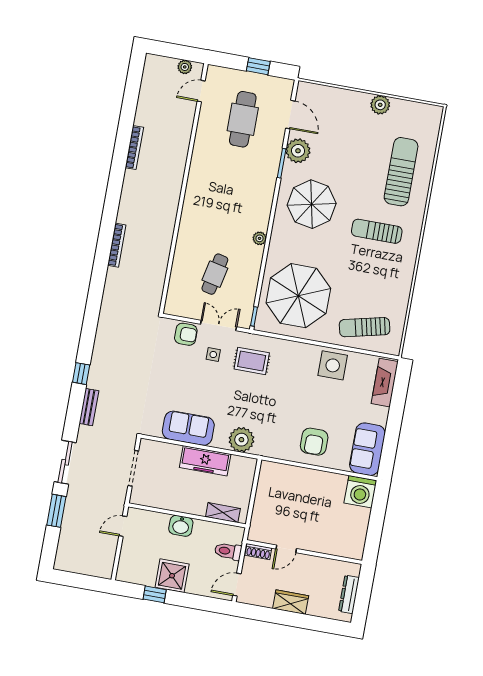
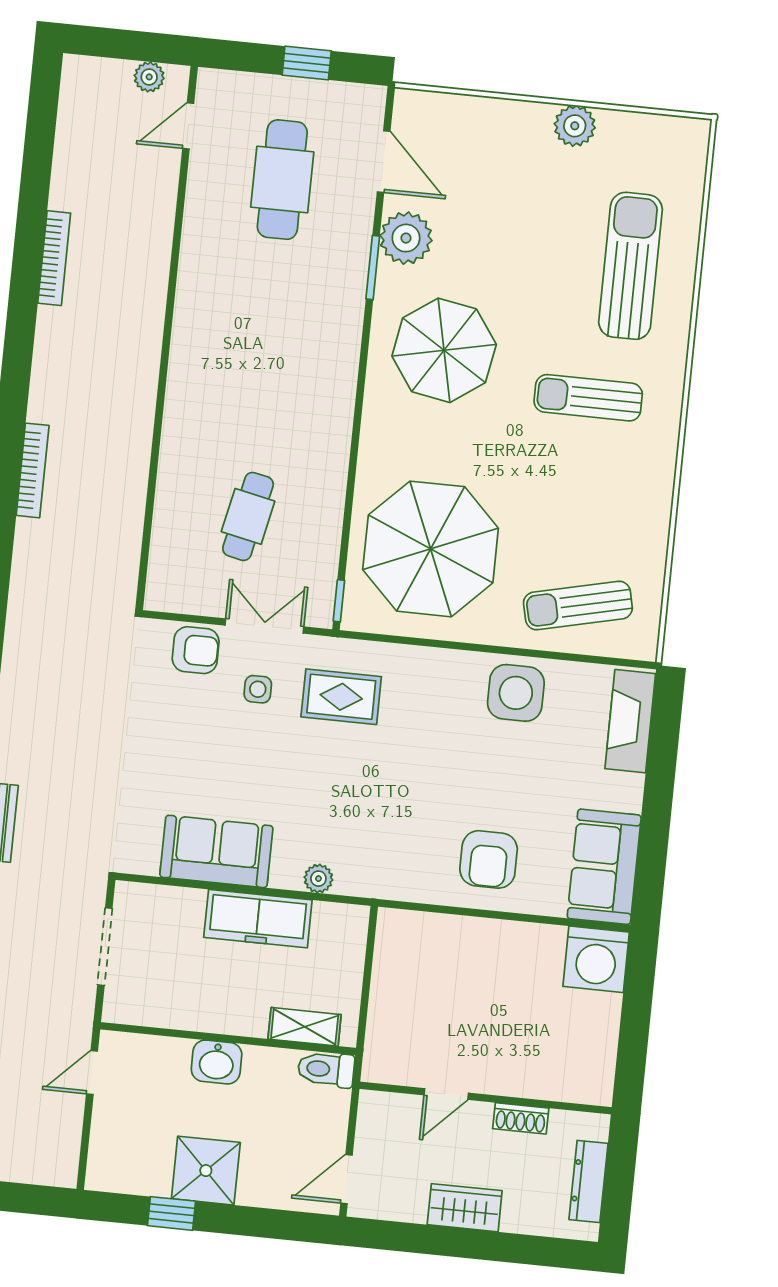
plant: (260, 238) -> (338, 432), removed
plant: (241, 440) -> (318, 879), width x0.53, depth x0.53
toilet: (228, 551) -> (326, 1069), moved
shoe rack: (258, 552) -> (521, 1118), moved

